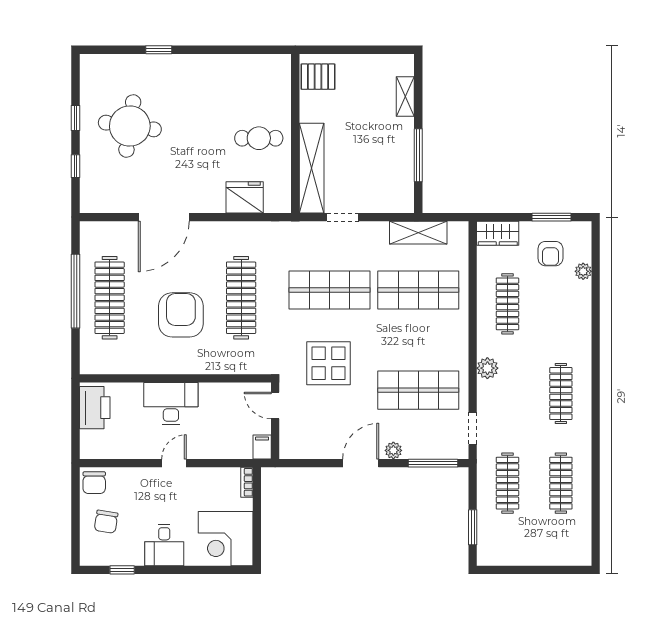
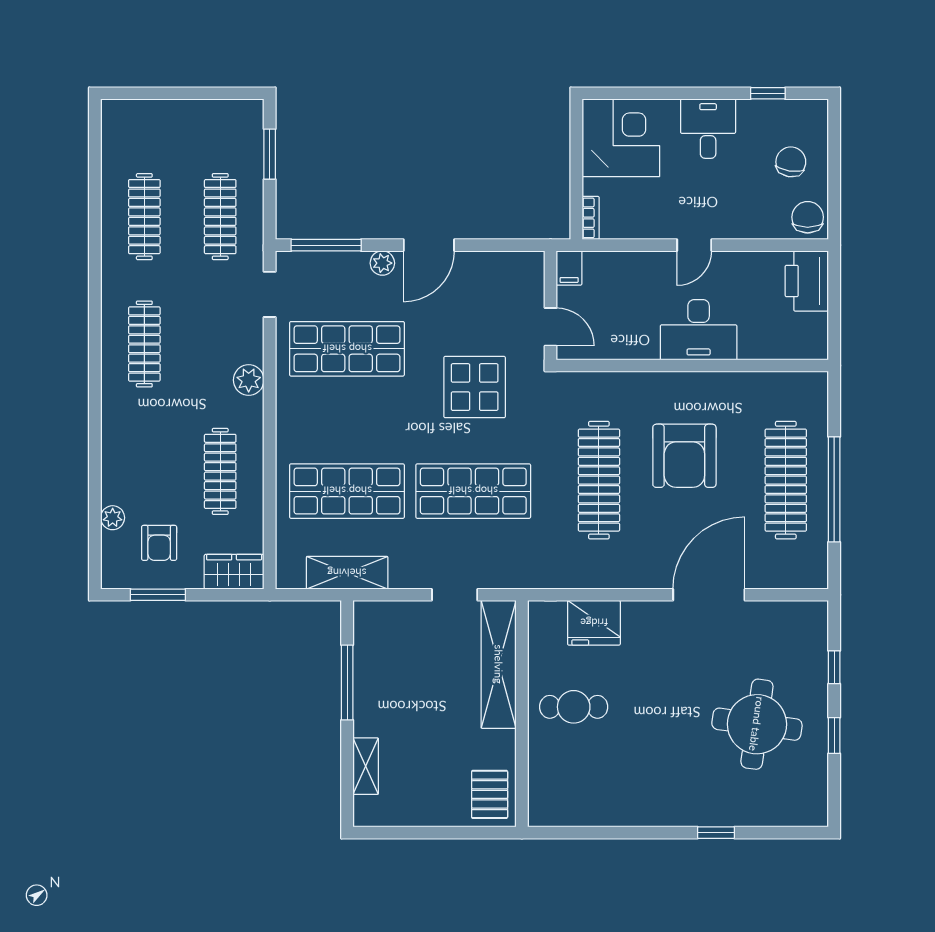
pallet: (318, 77) -> (490, 794), turned 90
armchair: (550, 254) -> (159, 543), turned 180
printer: (95, 408) -> (807, 281), moved

